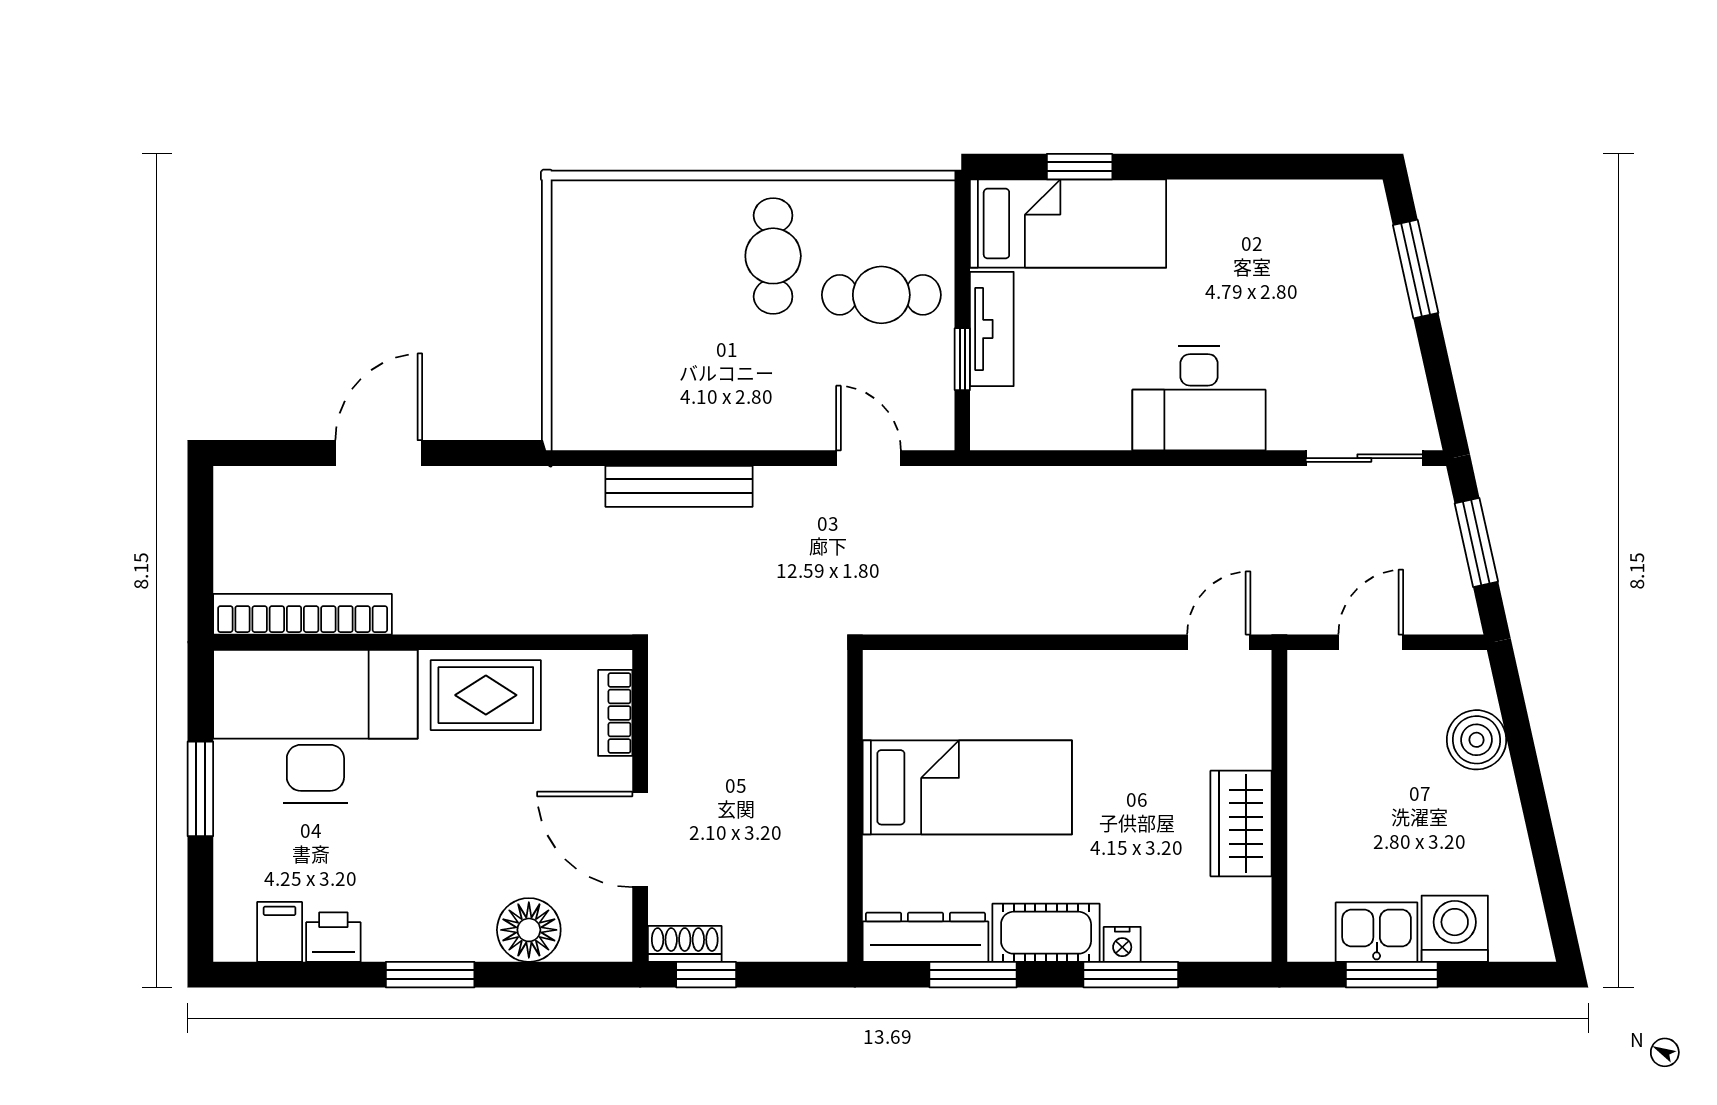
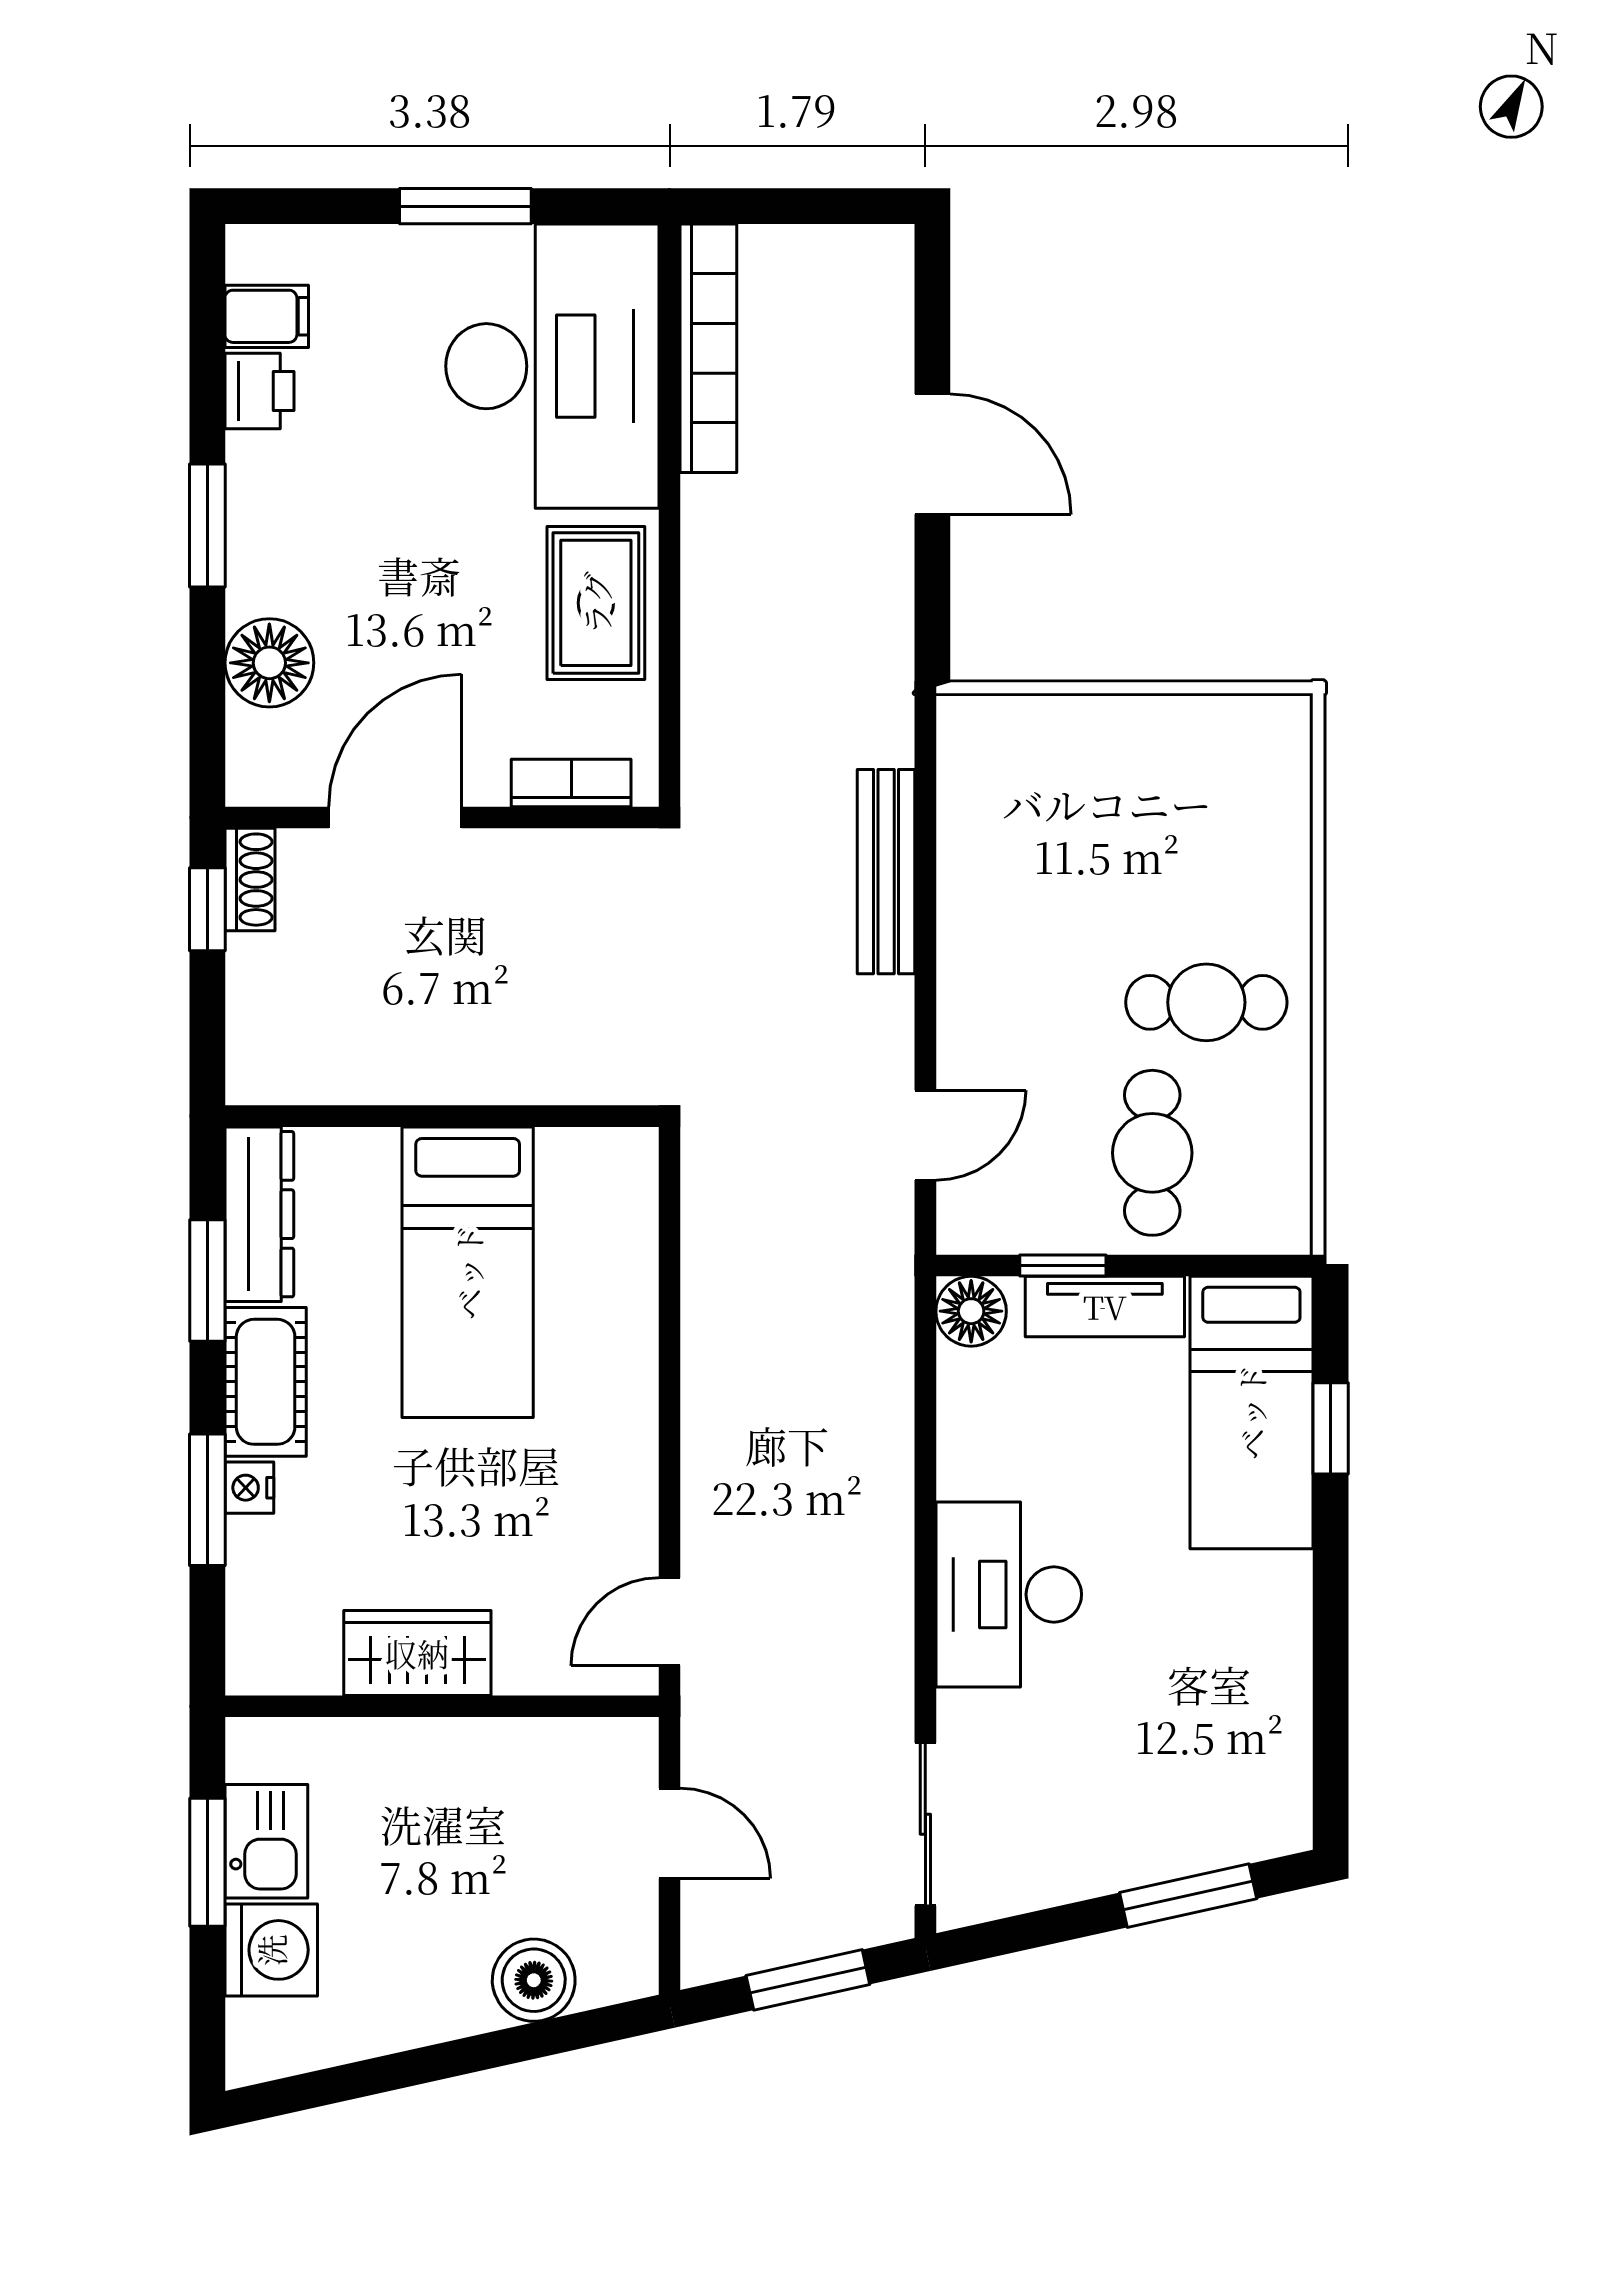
floor lamp: (995, 425) -> (971, 1311), added
door: (1219, 642) -> (669, 1622), swing flipped

